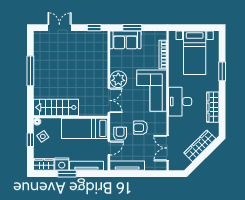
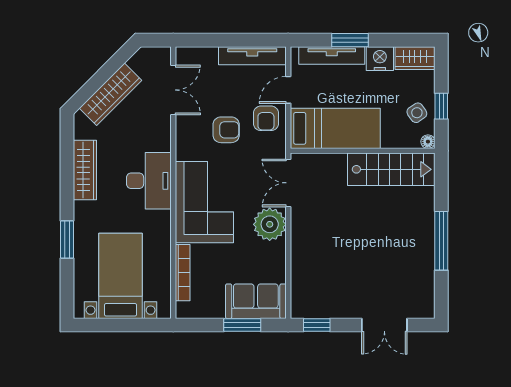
window: (67, 174) -> (350, 40), moved

